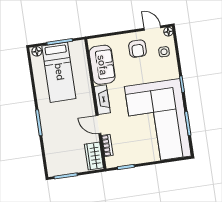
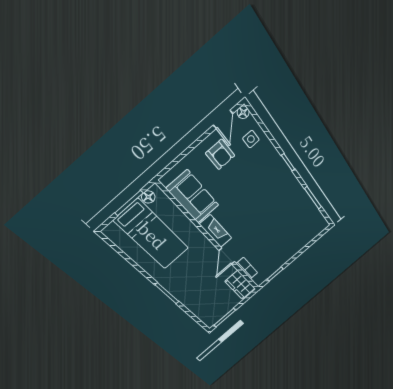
door: (152, 28) -> (223, 119), swing flipped
floor lamp: (37, 51) -> (148, 197), moved
corner sofa: (158, 121) -> (283, 215), removed
door: (98, 125) -> (227, 256), hinge flipped

